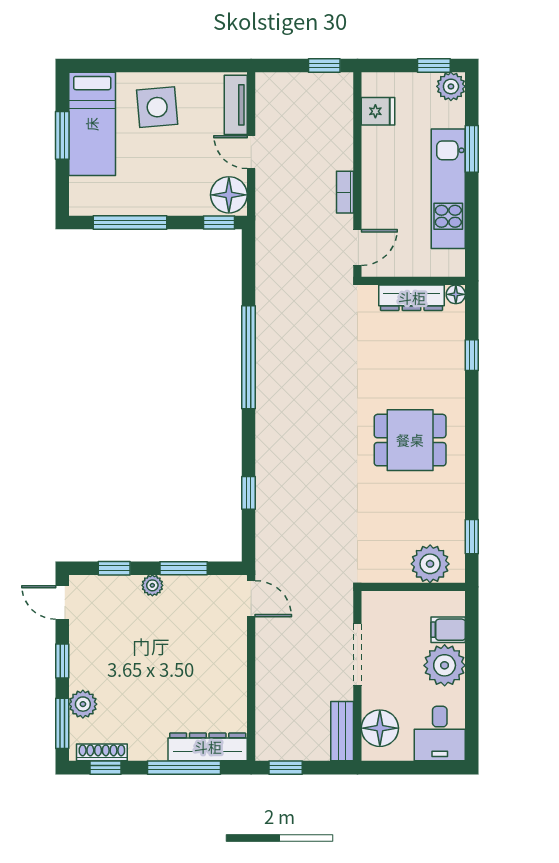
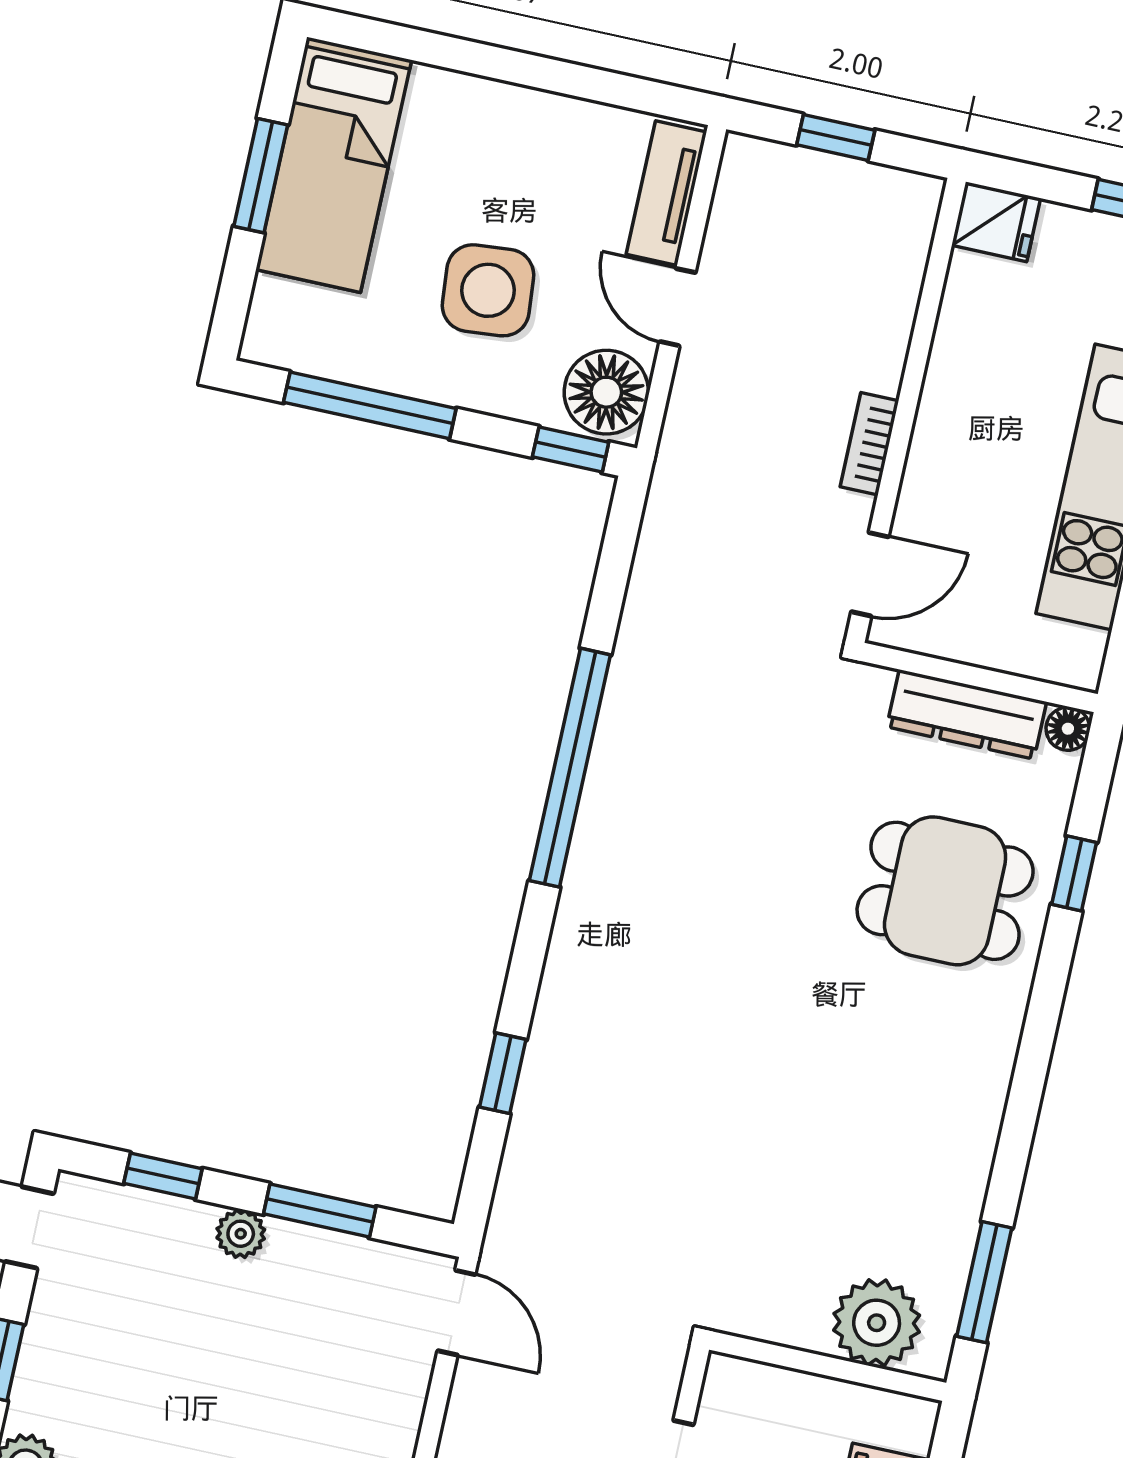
window: (324, 66) -> (836, 137), moved
side table: (157, 107) -> (488, 290), moved
fridge: (378, 111) -> (996, 222), moved
dining table: (410, 440) -> (945, 891), moved
window: (472, 537) -> (984, 1282), width x1.50

